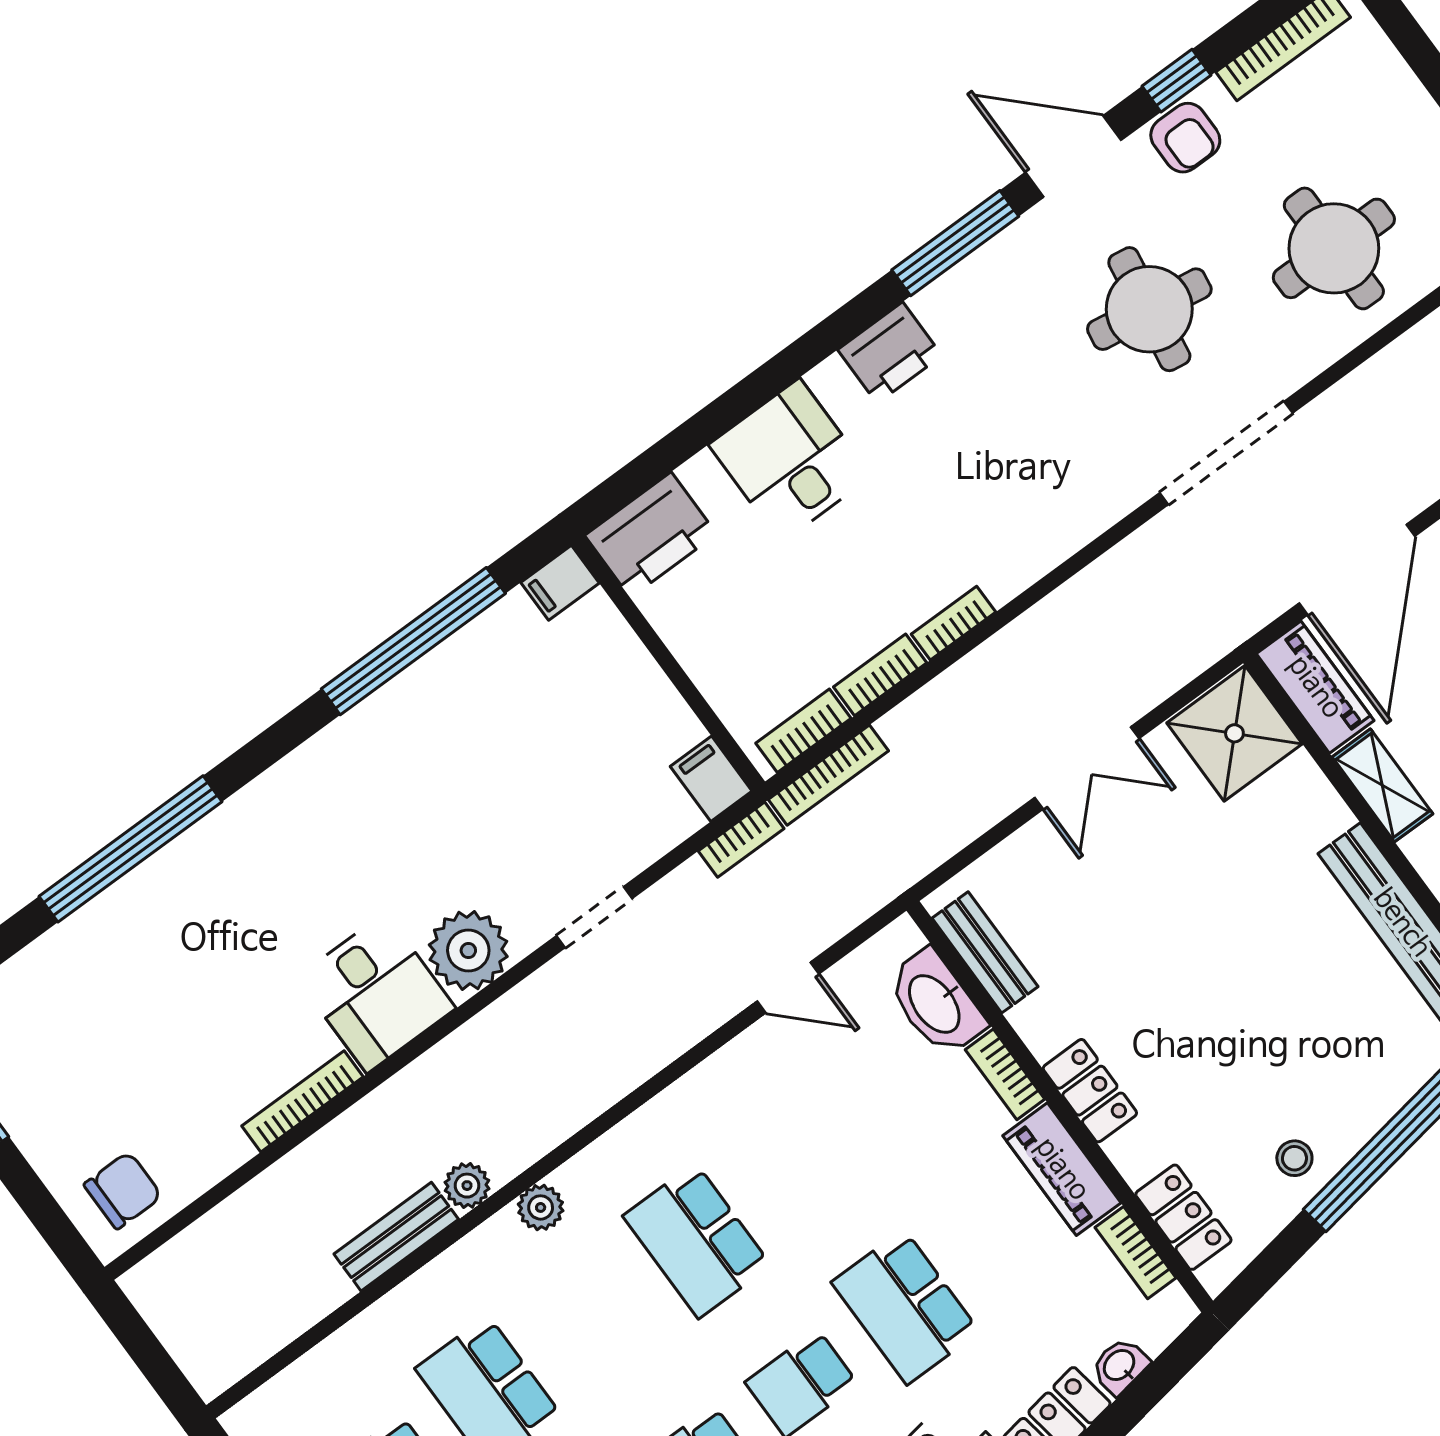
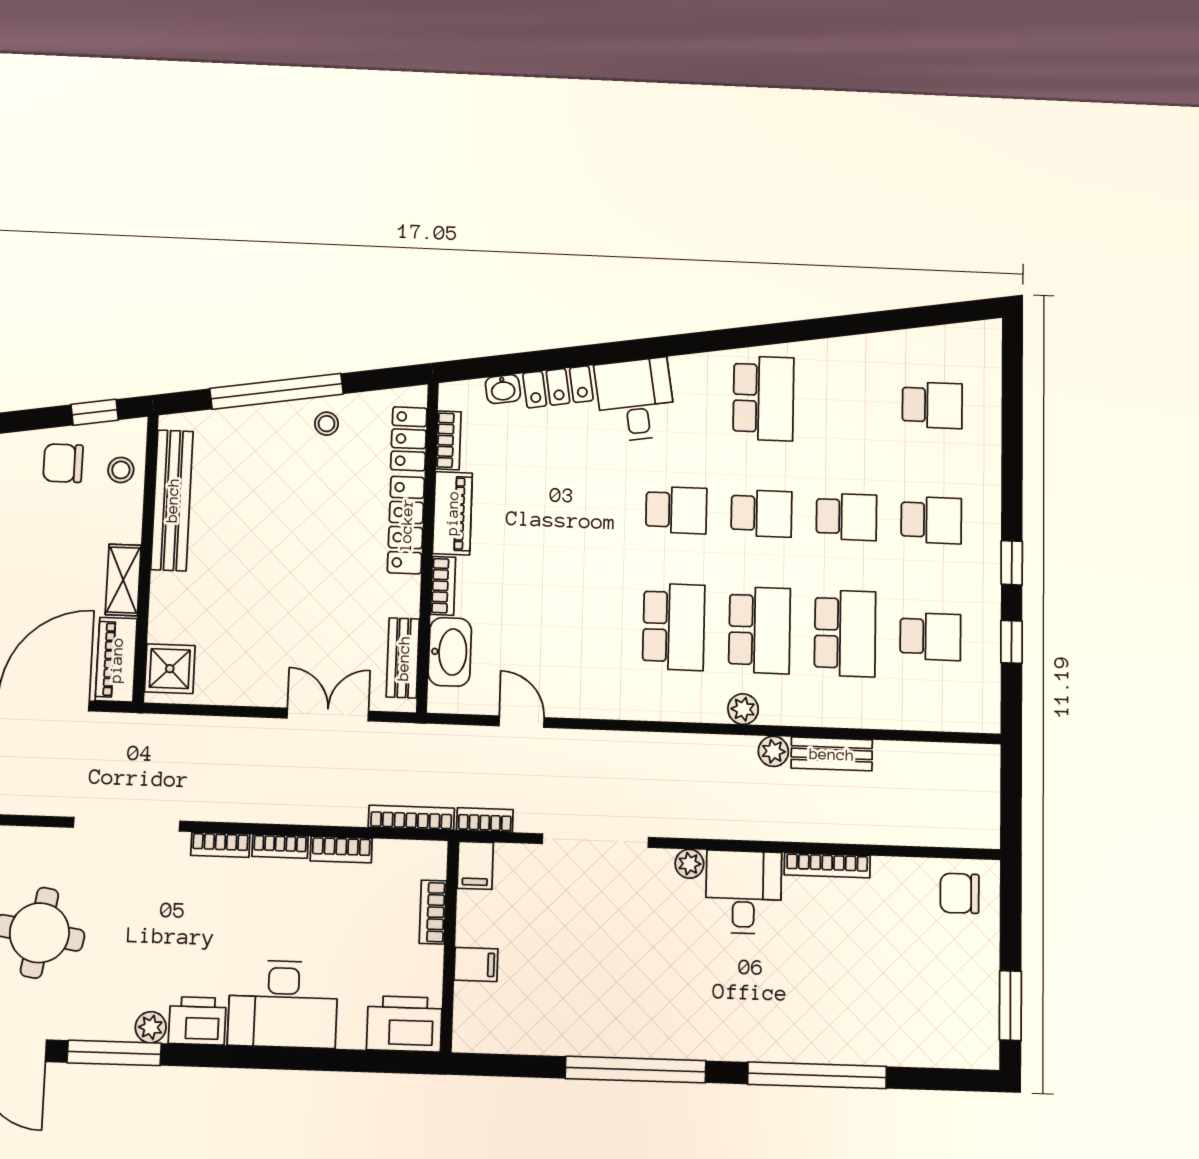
plant: (937, 304) -> (151, 1027), added
doorway: (1226, 453) -> (127, 824), moved
desk: (790, 461) -> (283, 1004), width x1.37
bookcase: (1024, 571) -> (220, 845), added
filing cabinet: (560, 583) -> (476, 964), moved
window: (413, 641) -> (636, 1070), moved
bookcase: (803, 731) -> (433, 912), moved, turned 90
shower: (1234, 733) -> (170, 669), width x0.73, depth x0.73
double door: (1087, 768) -> (328, 715), moved
doorway: (594, 917) -> (595, 841), width x1.87
plant: (468, 951) -> (689, 864), width x0.53, depth x0.53
locker: (1090, 1091) -> (406, 525), width x1.53
school desk: (905, 1307) -> (759, 630), moved

